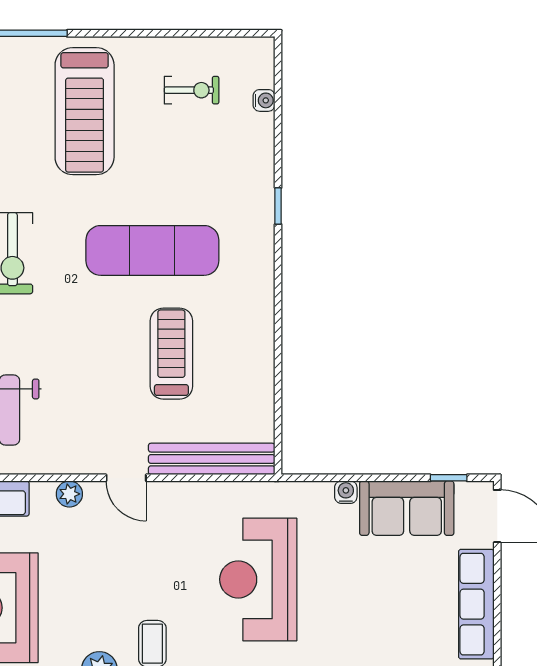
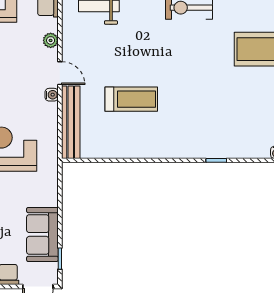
exercise mat: (152, 250) -> (191, 88), removed
door: (126, 478) -> (60, 73), swing flipped
water cooler: (346, 492) -> (52, 95), moved

